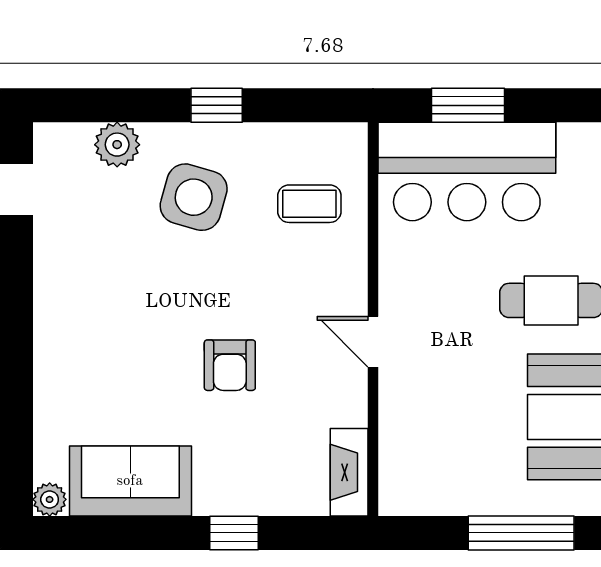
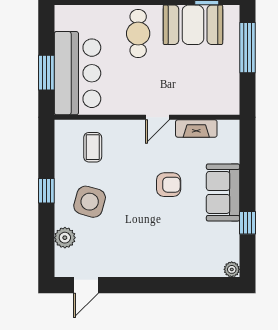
fireplace: (349, 472) -> (196, 128), moved
sofa: (130, 481) -> (223, 192), moved
window: (234, 533) -> (247, 223), moved

